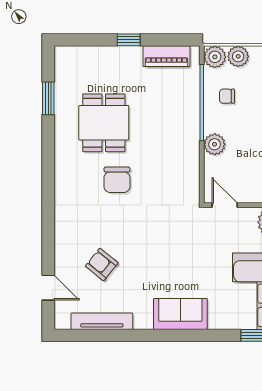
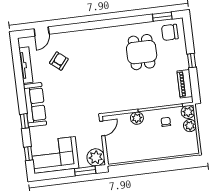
window: (48, 98) -> (162, 17), moved
dining table: (104, 123) -> (142, 52), turned 90
chair: (117, 180) -> (170, 32), moved
sofa: (180, 314) -> (35, 105), width x1.36
window: (196, 335) -> (24, 121), added

